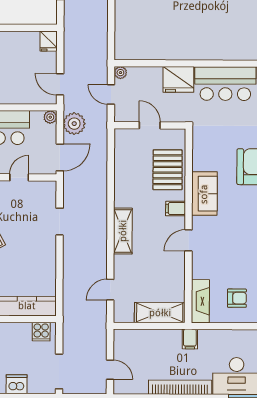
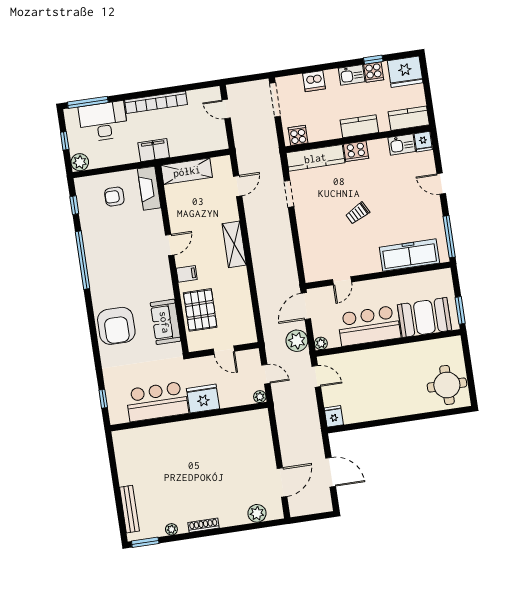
sofa: (204, 194) -> (165, 322), moved
doorway: (60, 222) -> (289, 194), moved
filing cabinet: (190, 339) -> (154, 150), width x2.00

